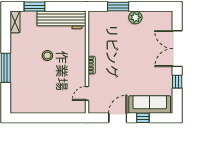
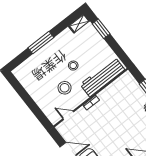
workbench: (61, 20) -> (102, 77), moved, turned 90
stool: (61, 78) -> (65, 88), added

